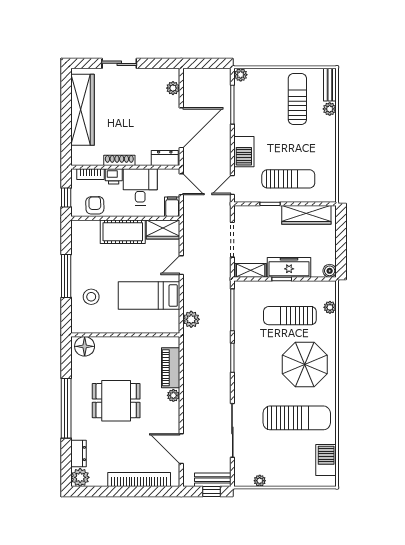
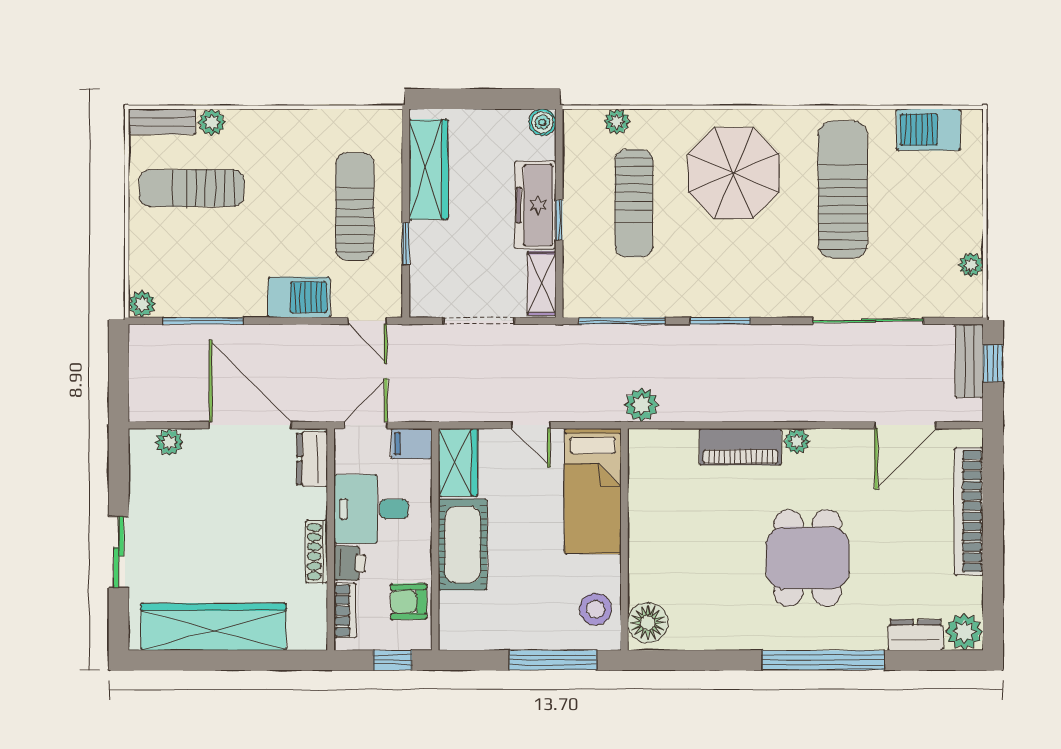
wall: (125, 335) -> (624, 539), moved
floor lamp: (85, 346) -> (648, 623), moved

